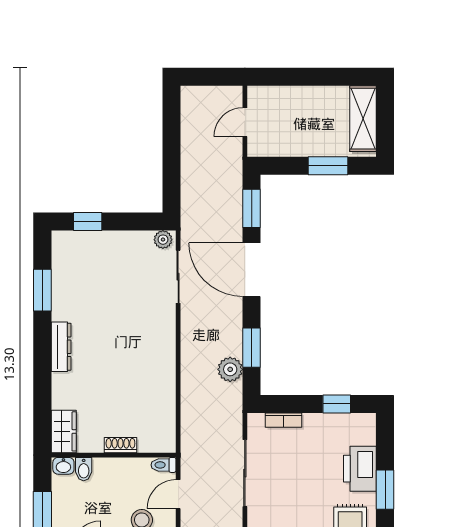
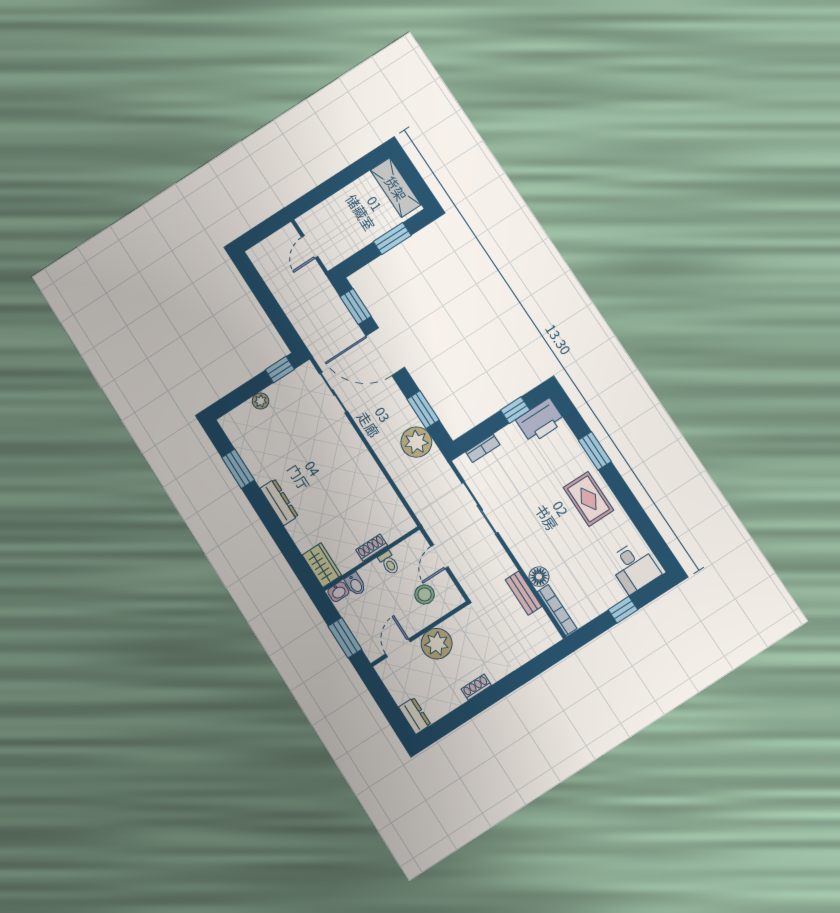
window: (88, 221) -> (280, 369), moved
plant: (163, 240) -> (260, 401), moved
plant: (230, 369) -> (416, 442), width x1.36, depth x1.36
toilet: (164, 465) -> (389, 563), moved, turned -90
printer: (360, 469) -> (540, 421), moved, turned -90

